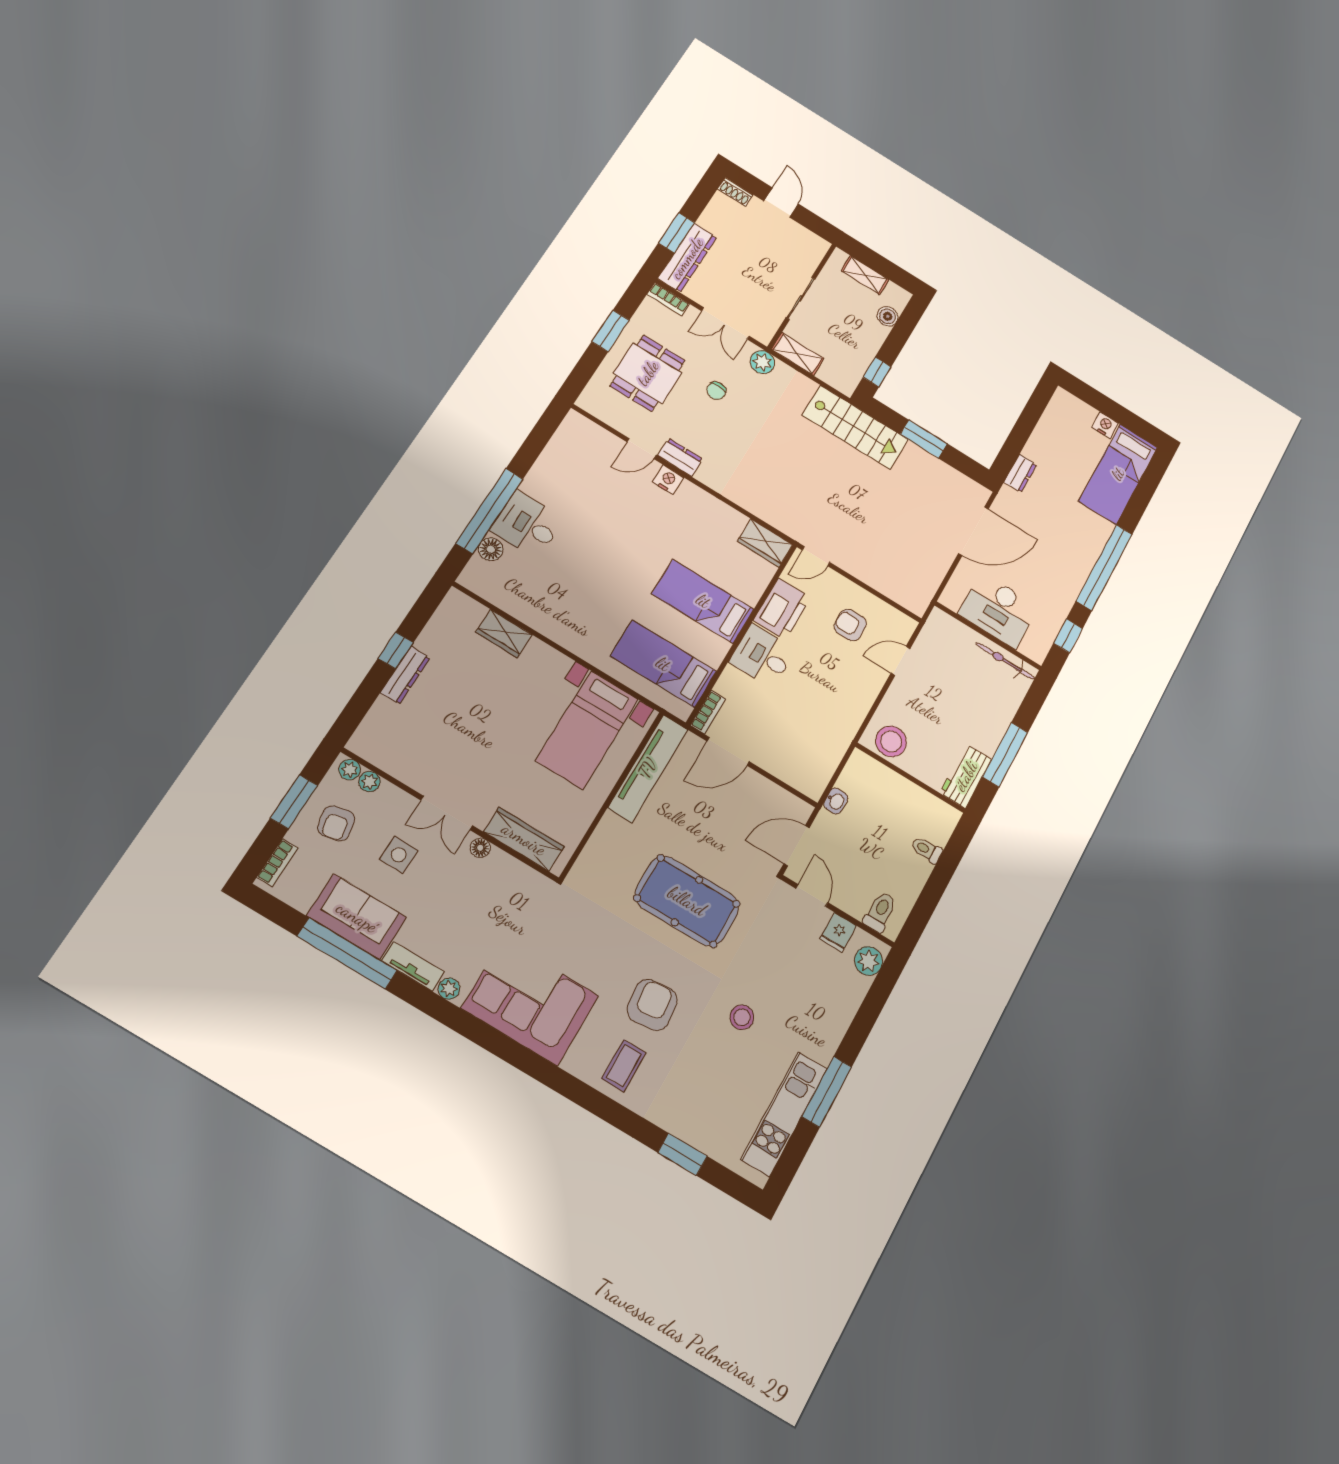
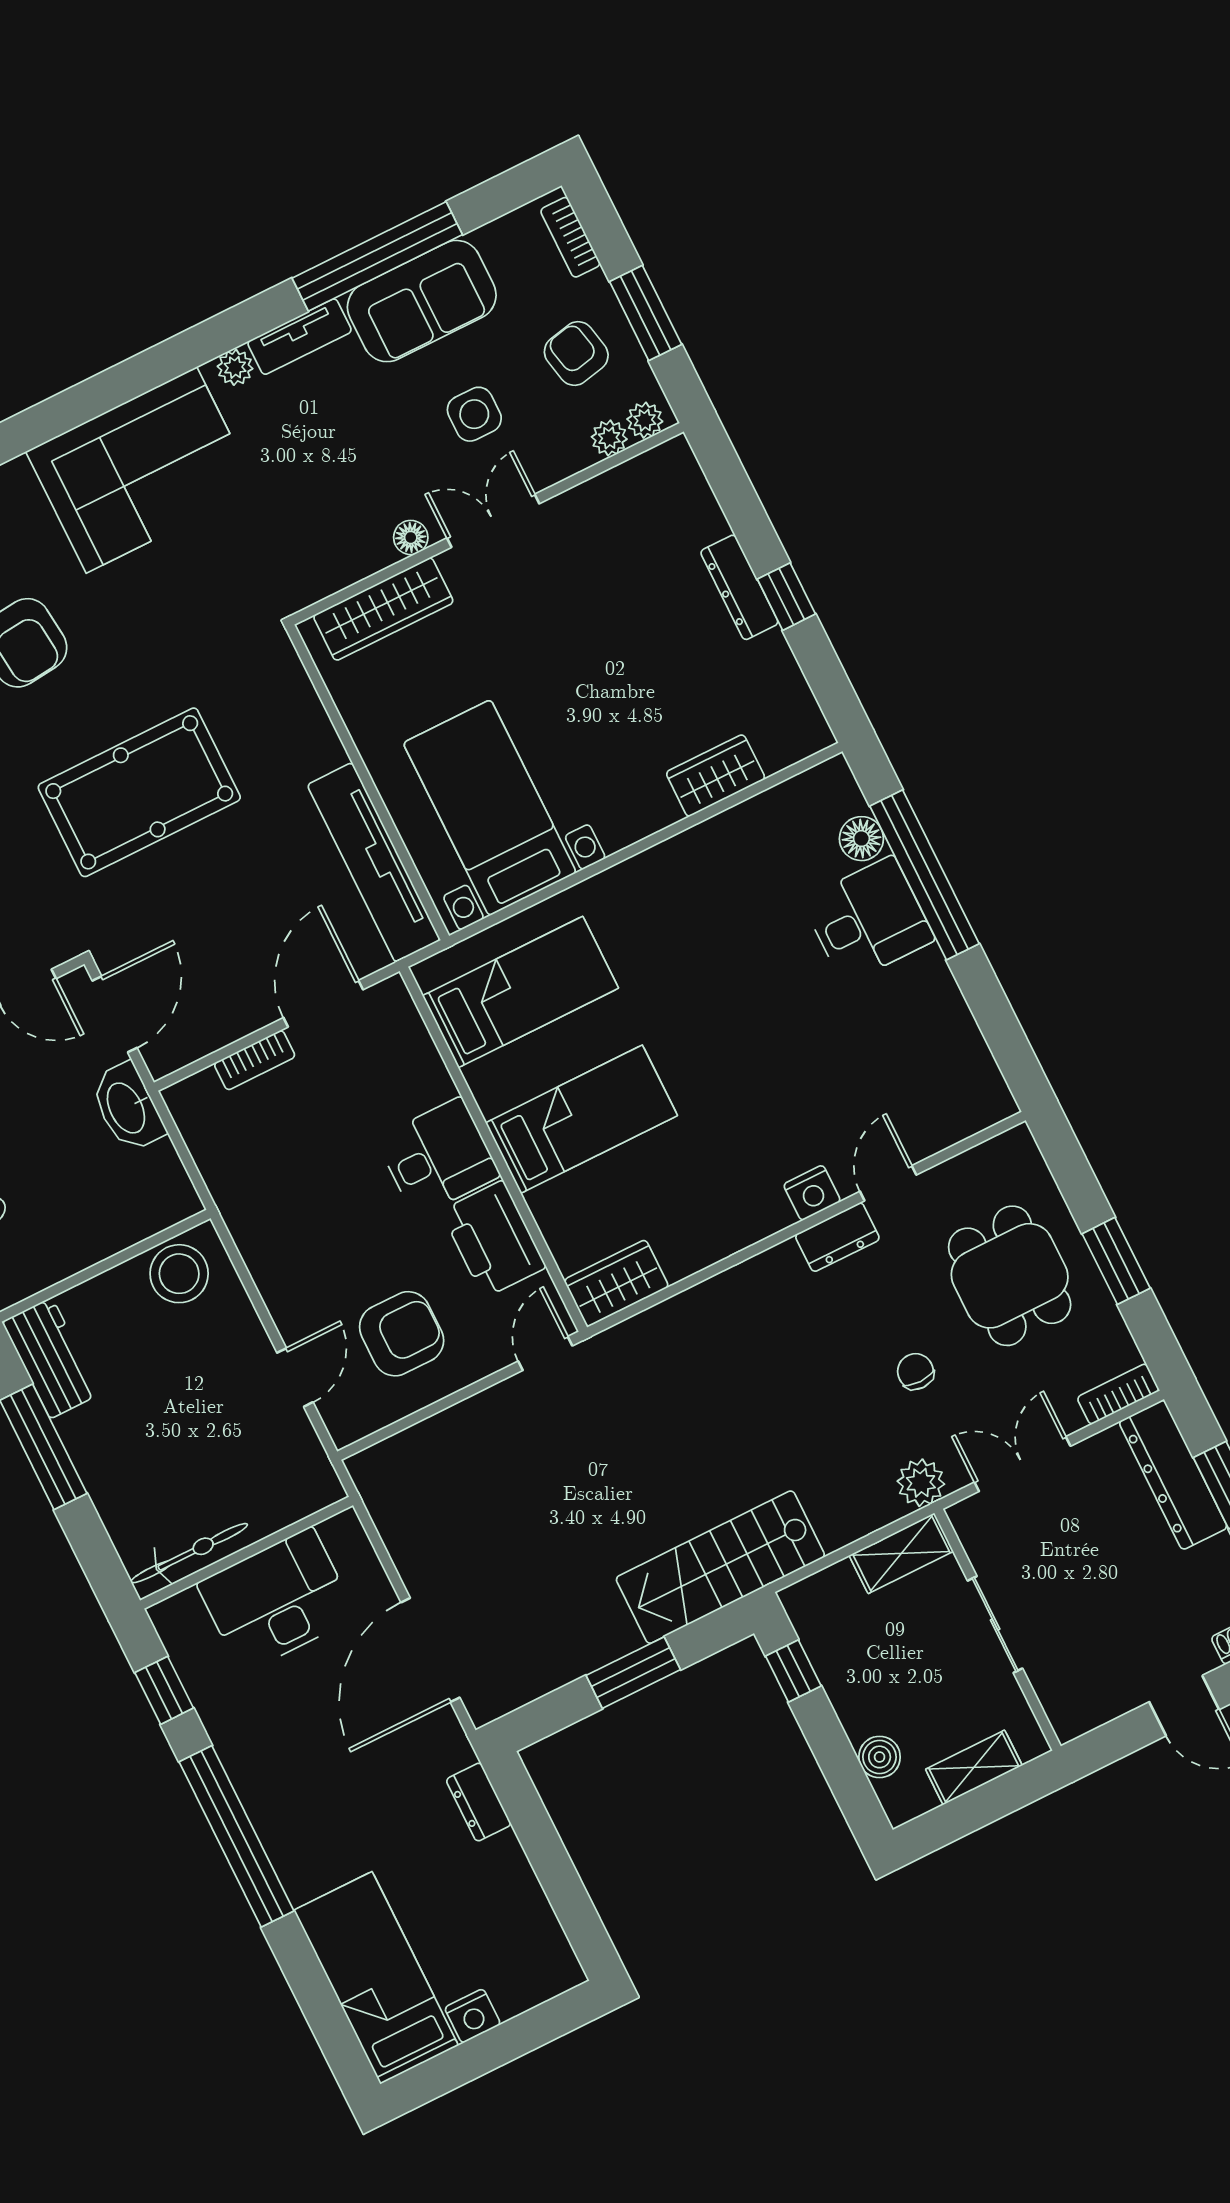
armchair: (850, 625) -> (402, 1334), width x1.38, depth x1.38
bookcase: (708, 712) -> (255, 1060), moved, turned -90
washbasin: (836, 801) -> (127, 1107), width x1.91, depth x1.45

